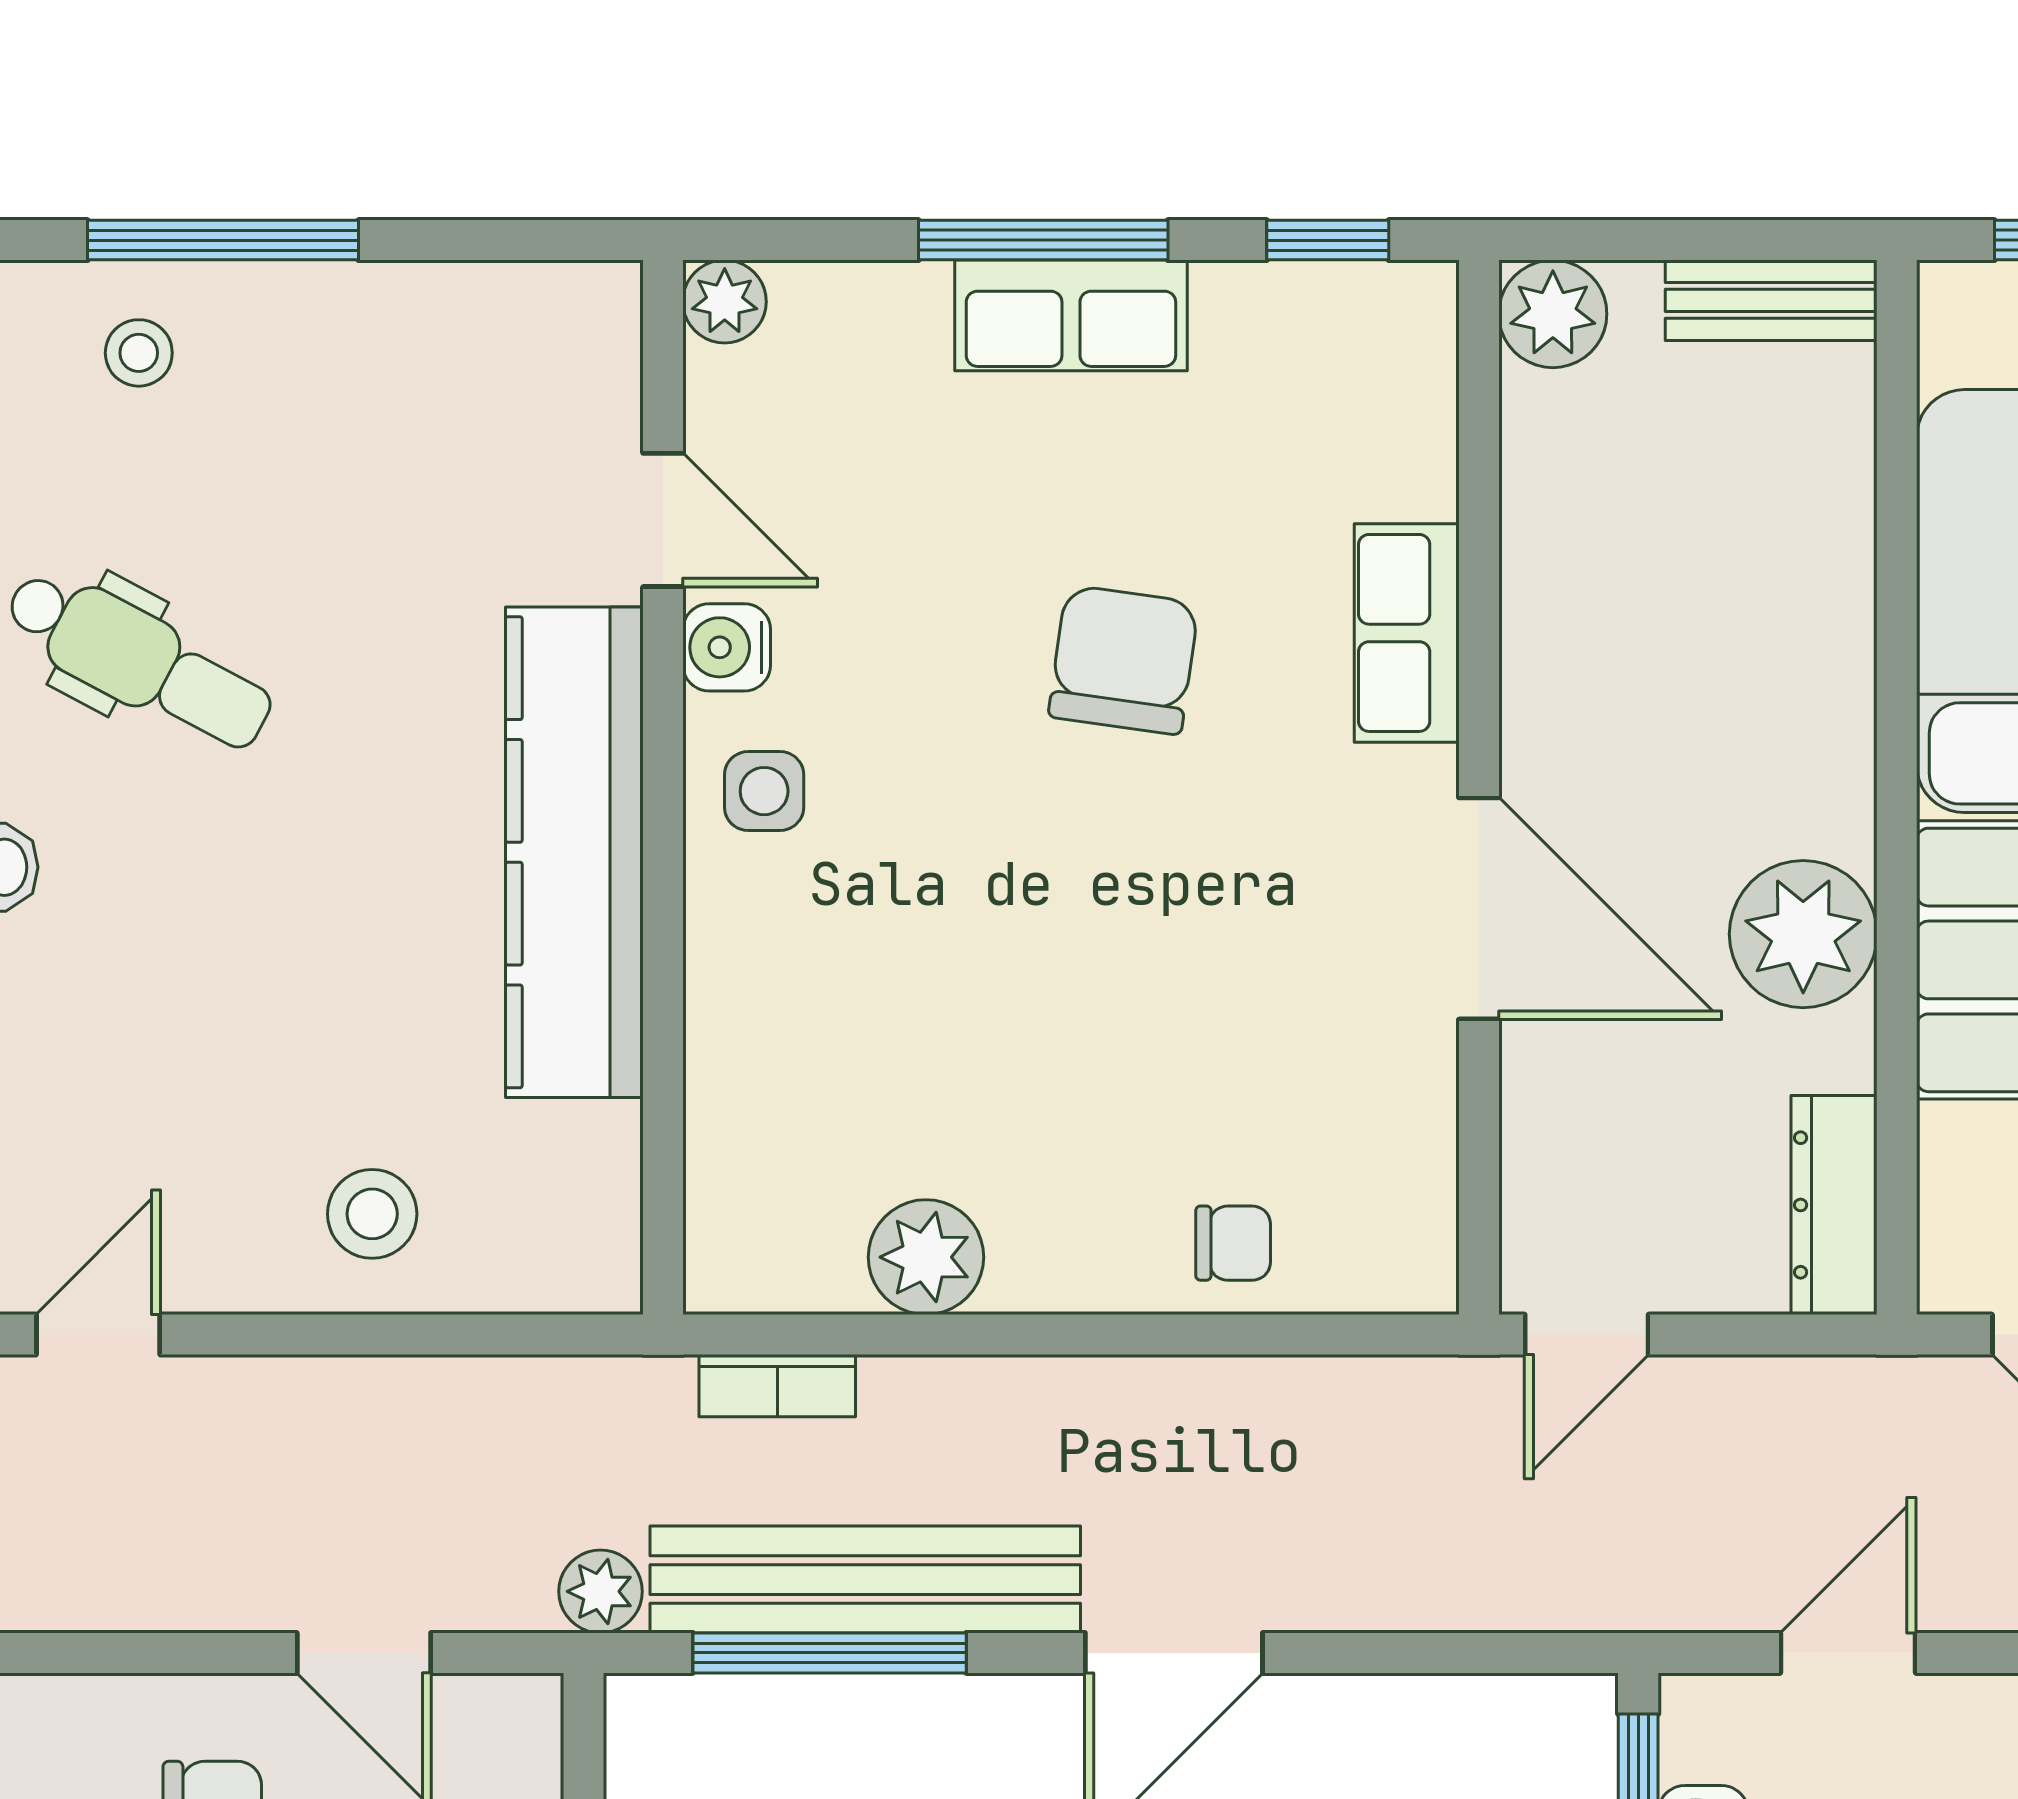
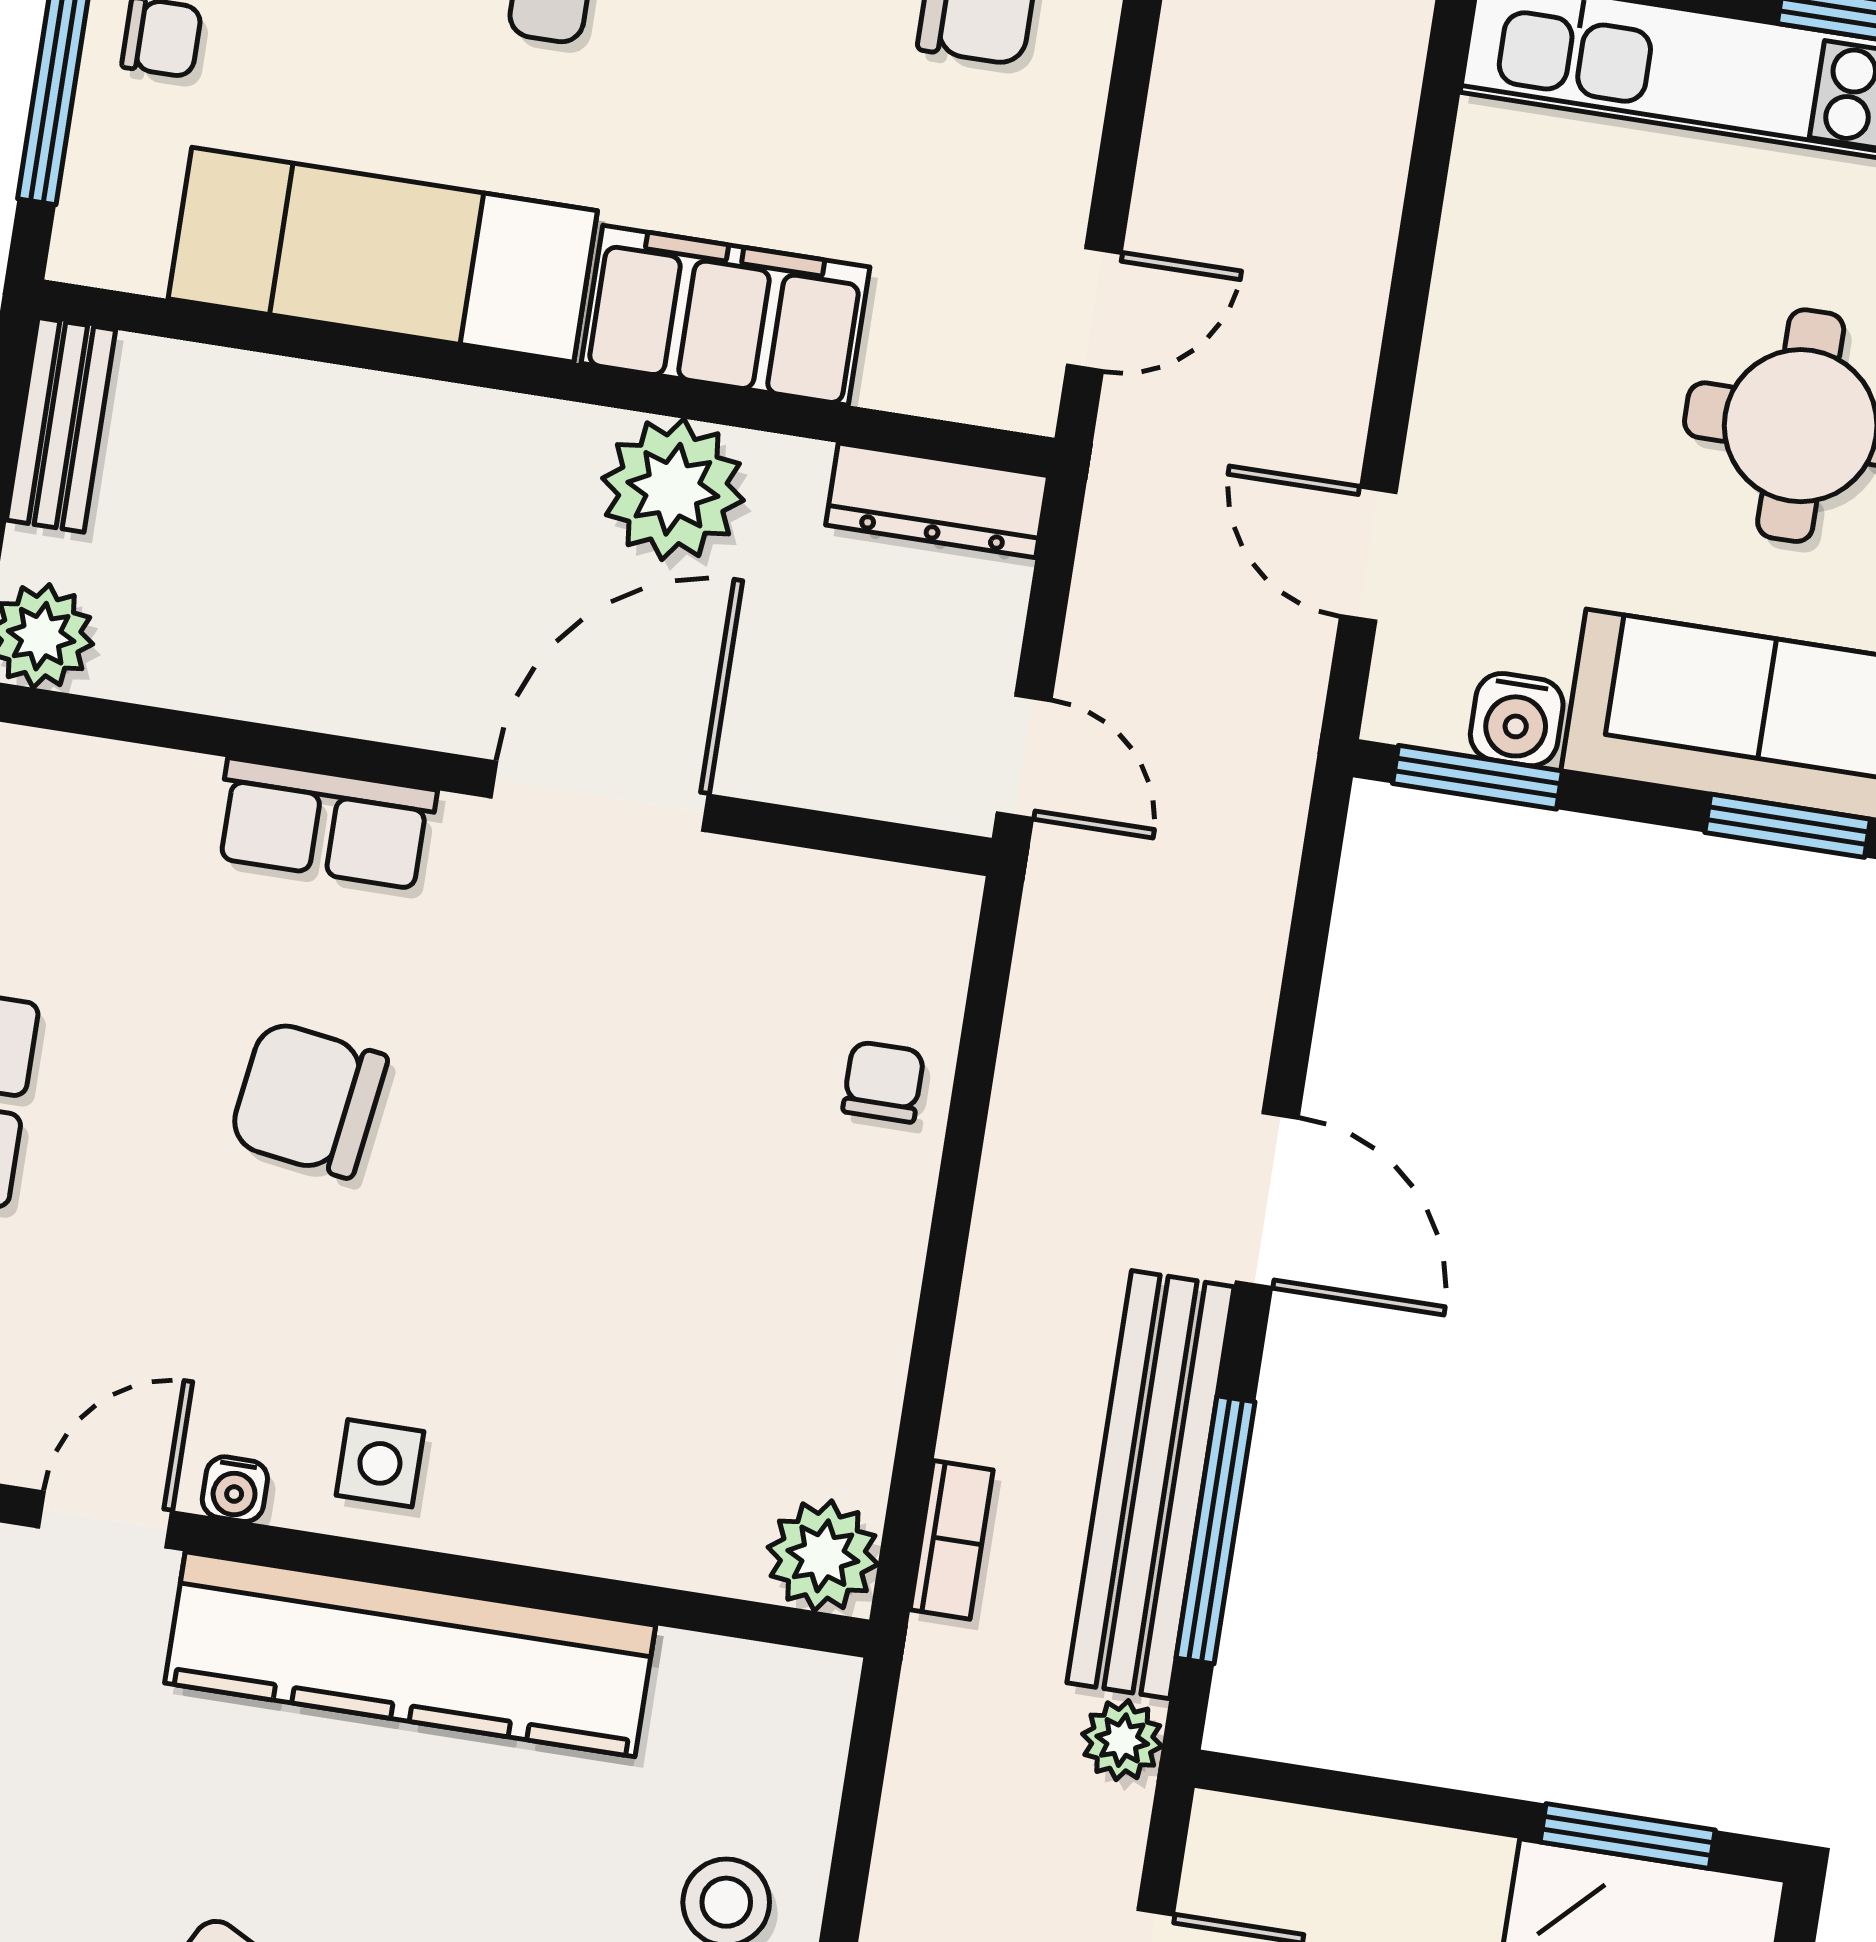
water cooler: (727, 647) -> (235, 1489), width x0.72, depth x0.72
plant: (926, 1257) -> (823, 1556), moved

